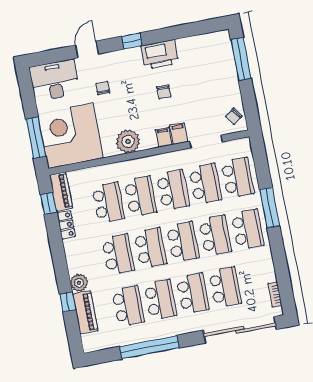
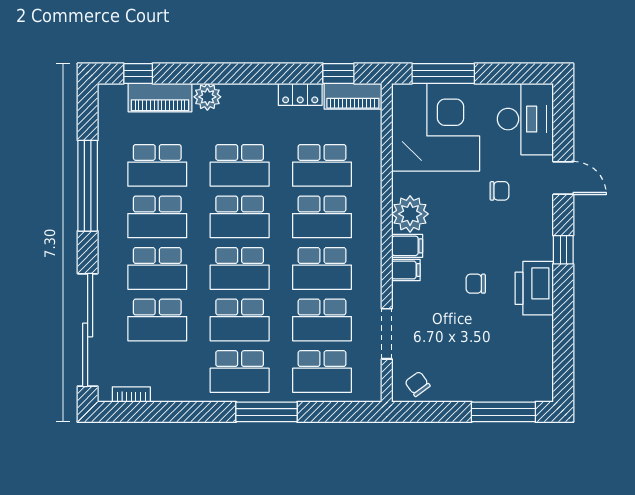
filing cabinet: (179, 134) -> (407, 246), moved
window: (67, 302) -> (138, 73), moved

